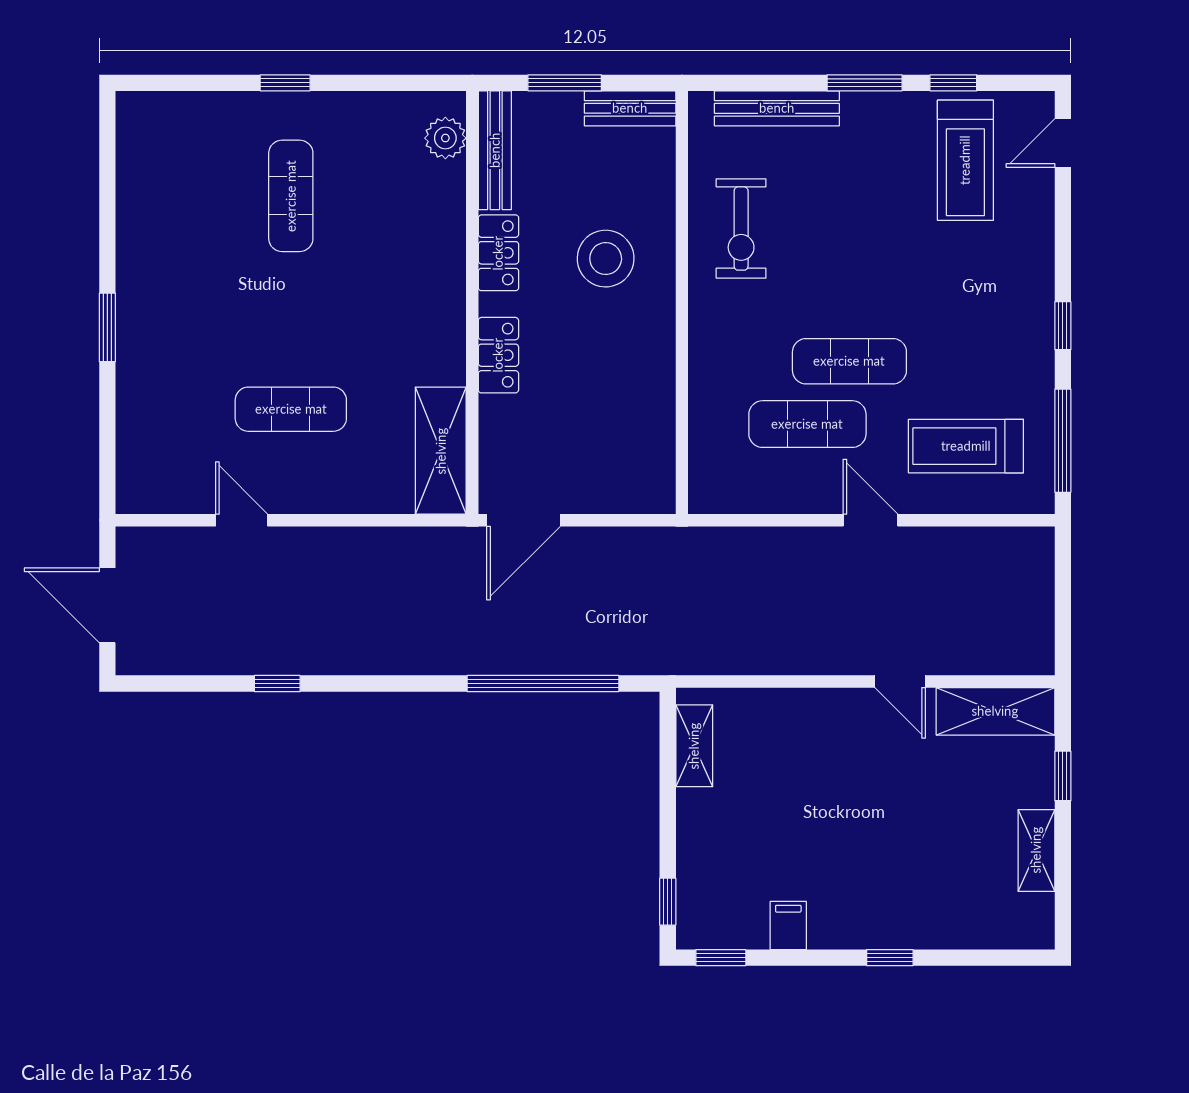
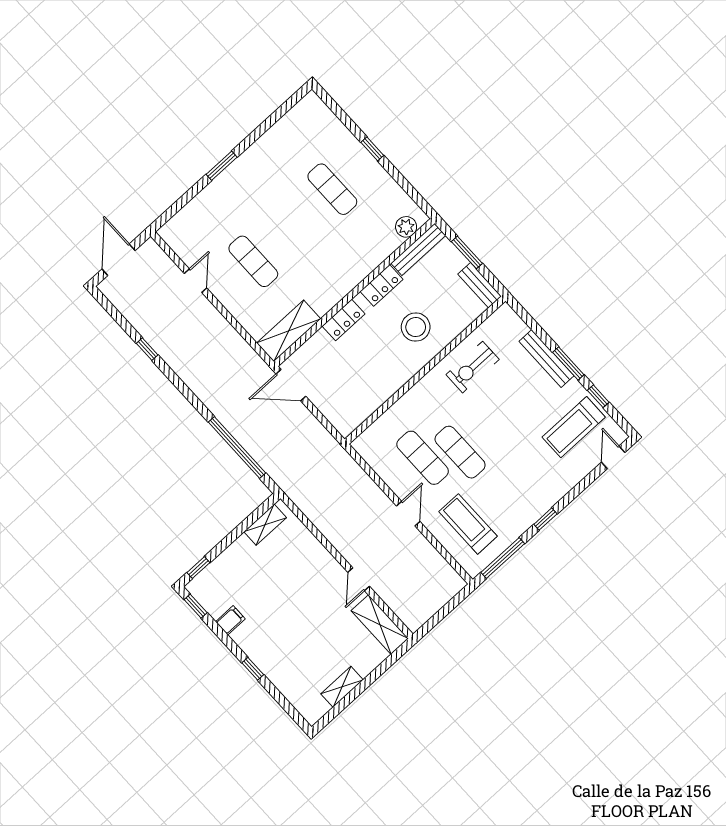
bench: (777, 108) -> (546, 359), moved
door: (1063, 143) -> (613, 457), hinge flipped
exercise mat: (291, 196) -> (332, 189), turned 90
window: (1063, 776) -> (379, 671), removed

